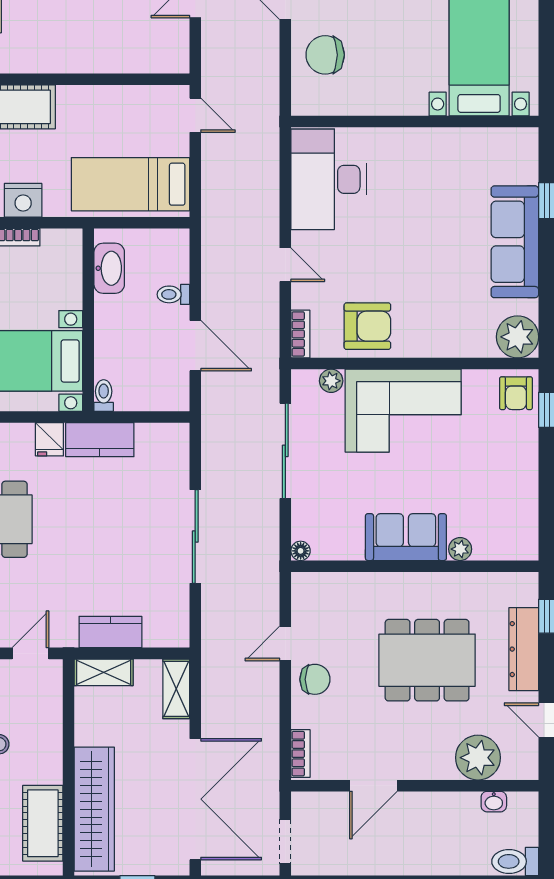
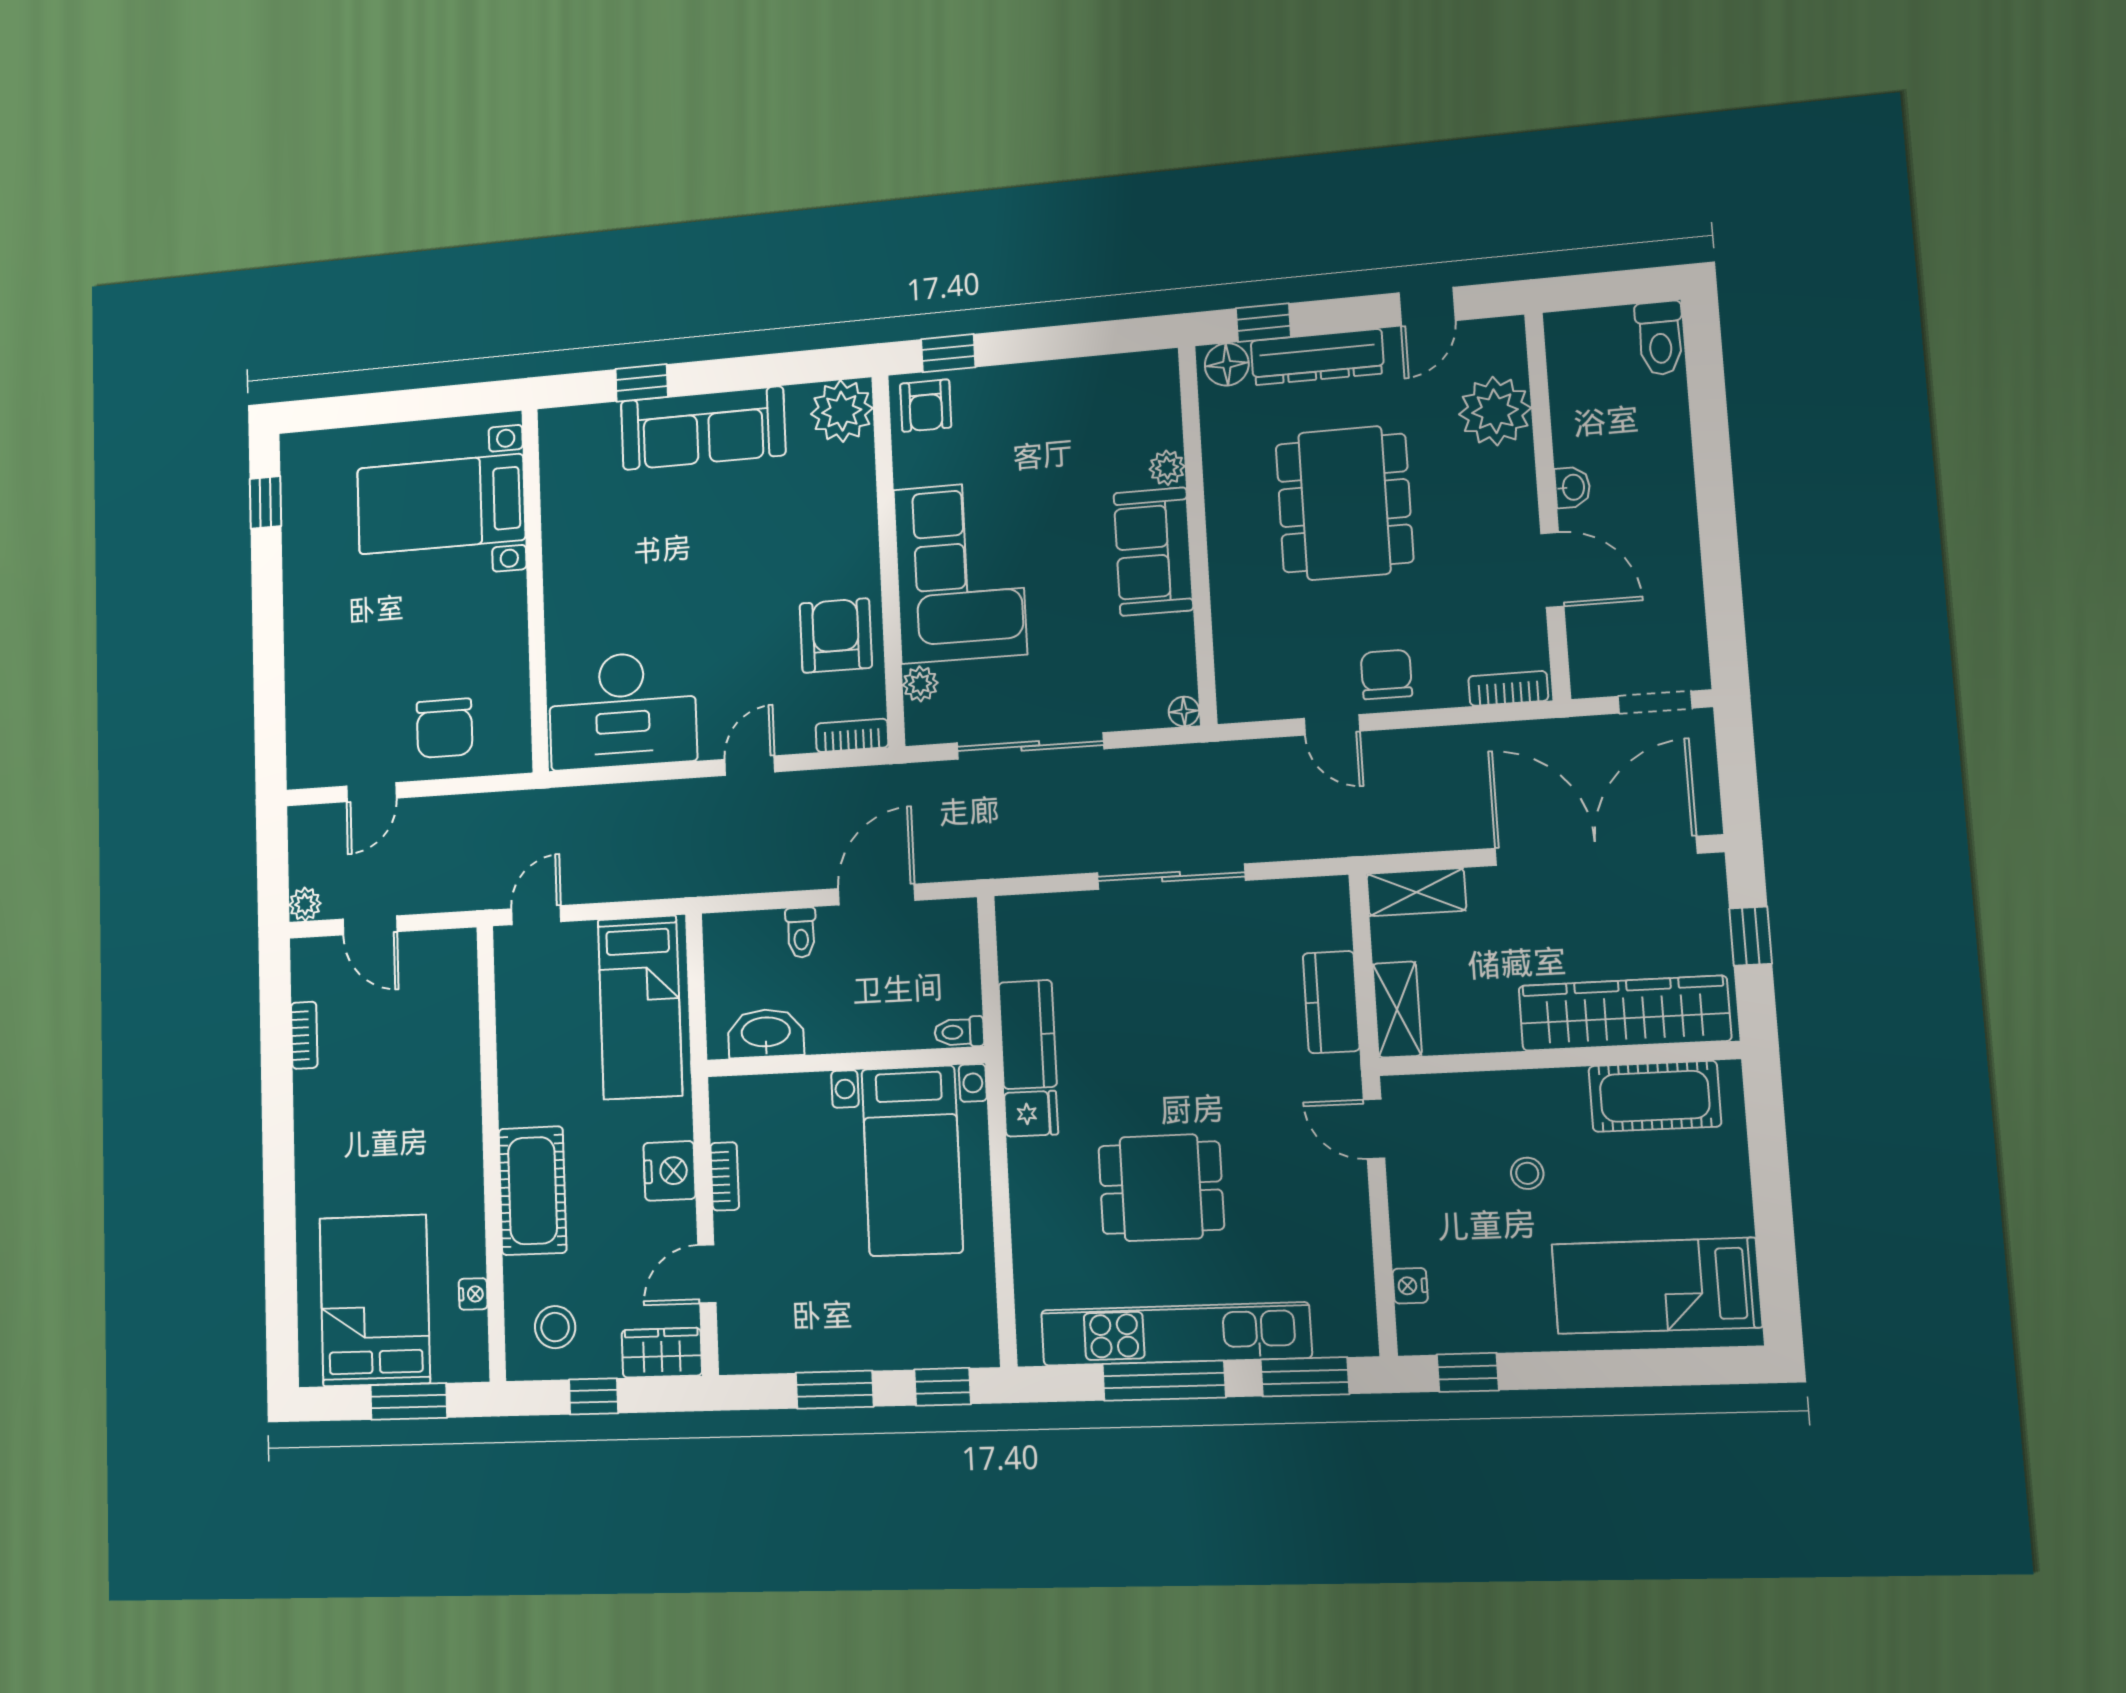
armchair: (516, 393) -> (926, 406), turned 90
floor lamp: (525, 591) -> (1227, 364), added
washbasin: (494, 802) -> (1572, 487), moved

